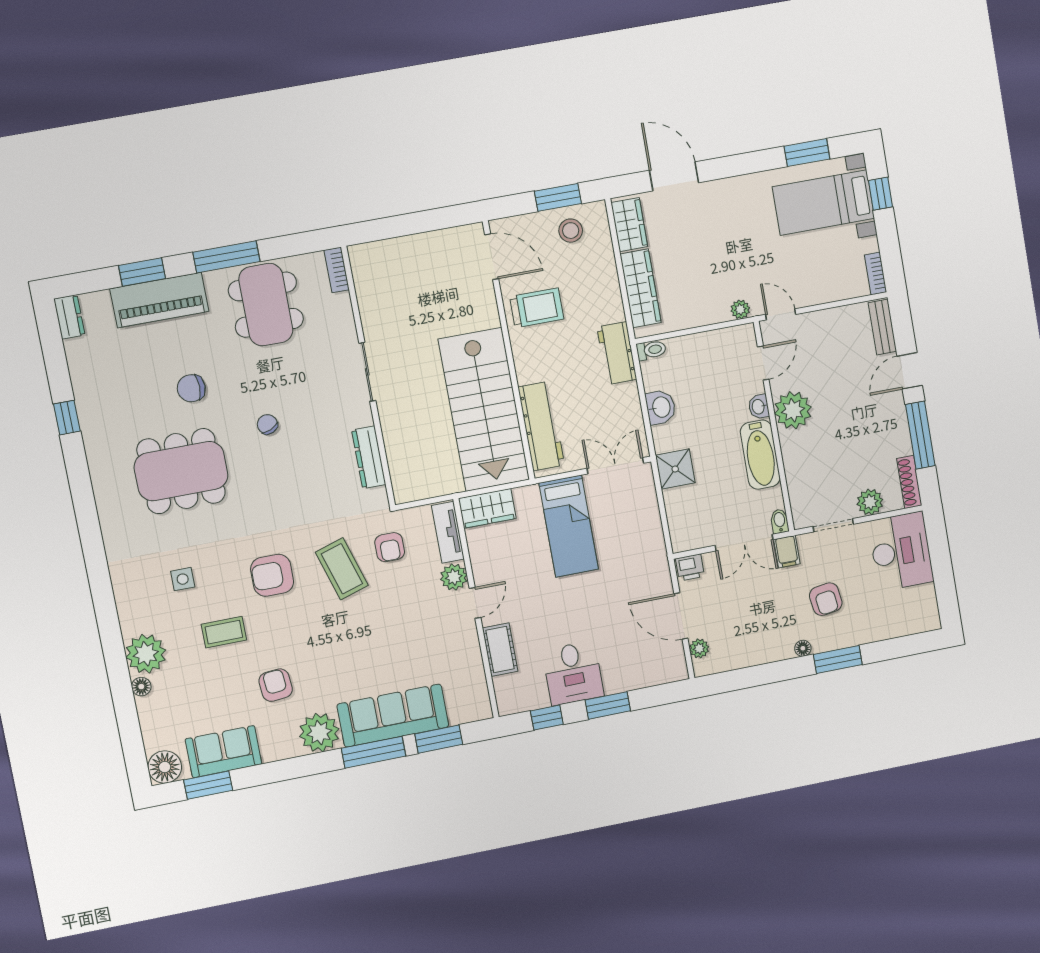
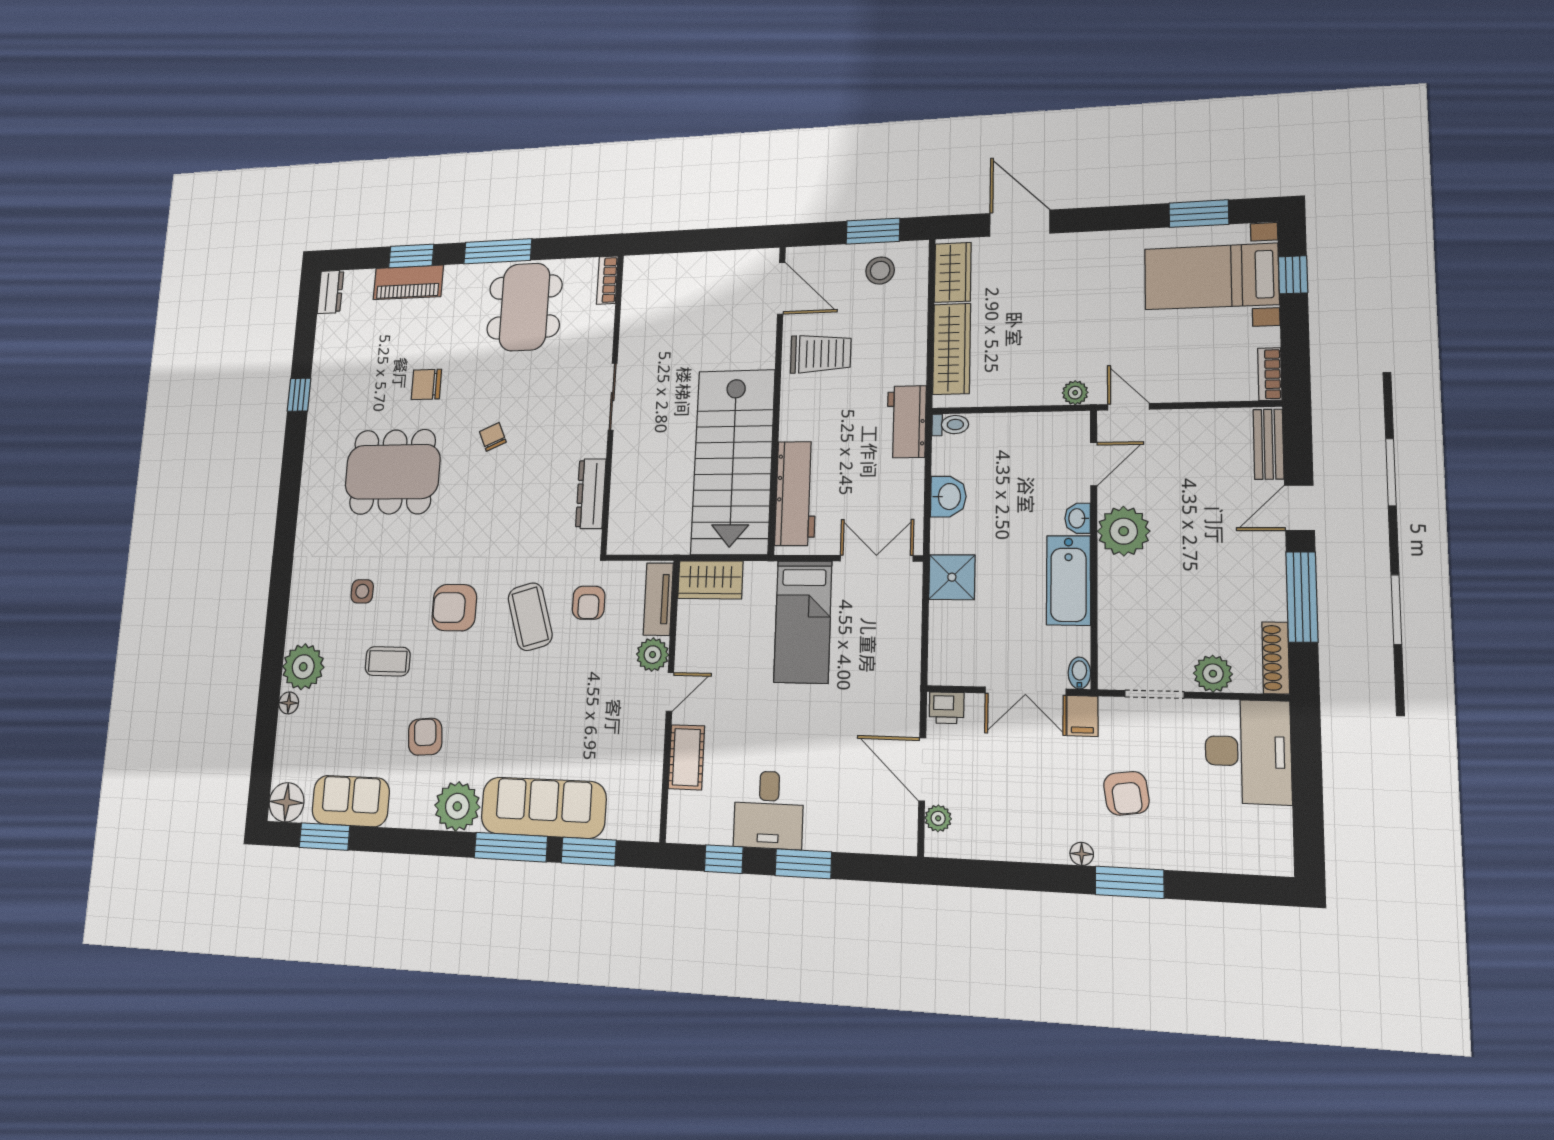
piano: (159, 300) -> (408, 282), width x0.73, depth x0.75

